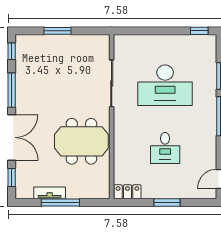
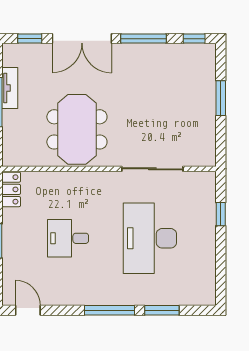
window: (199, 31) -> (221, 214), moved

